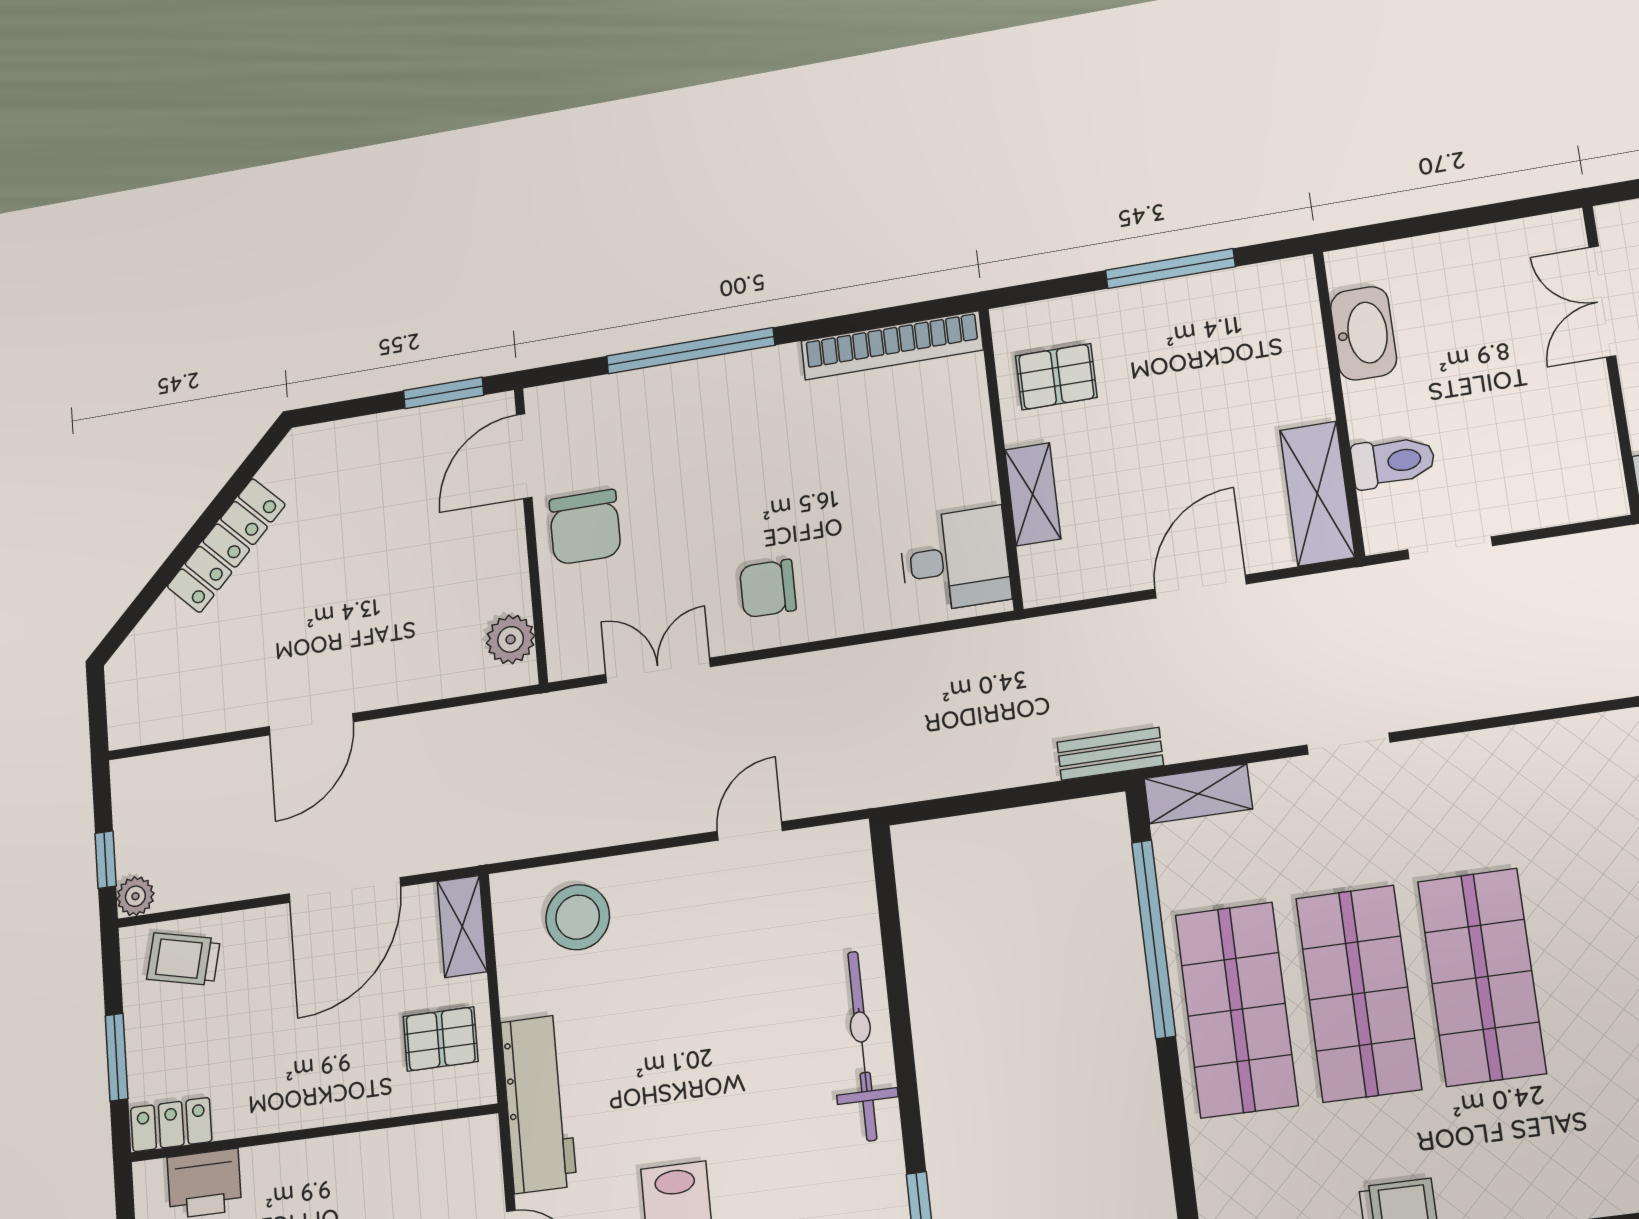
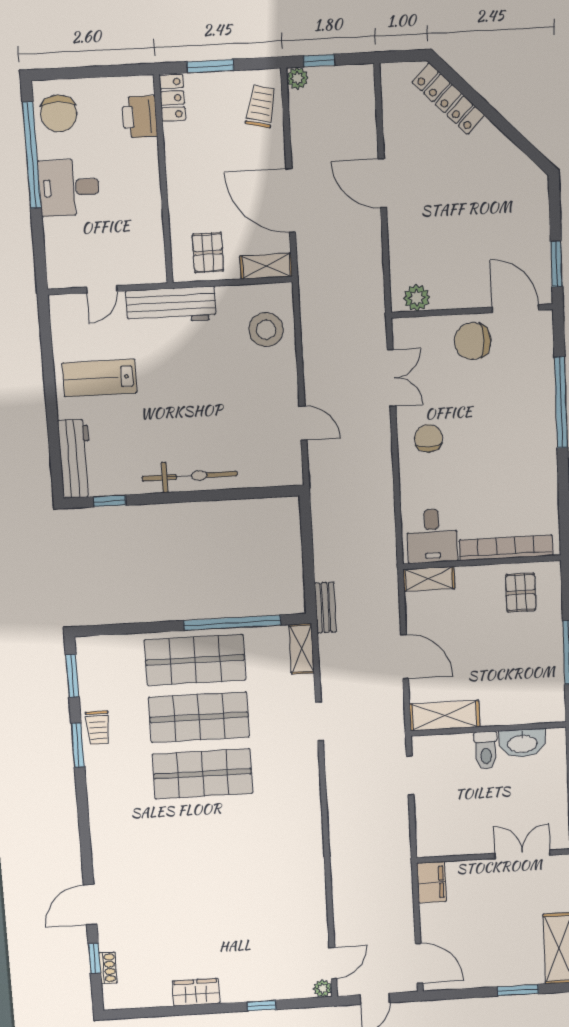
bookcase: (892, 345) -> (506, 548), moved, turned 90
toilet: (1393, 462) -> (486, 751), moved
shelving: (1033, 494) -> (429, 579), moved
locker: (226, 546) -> (448, 99), moved

